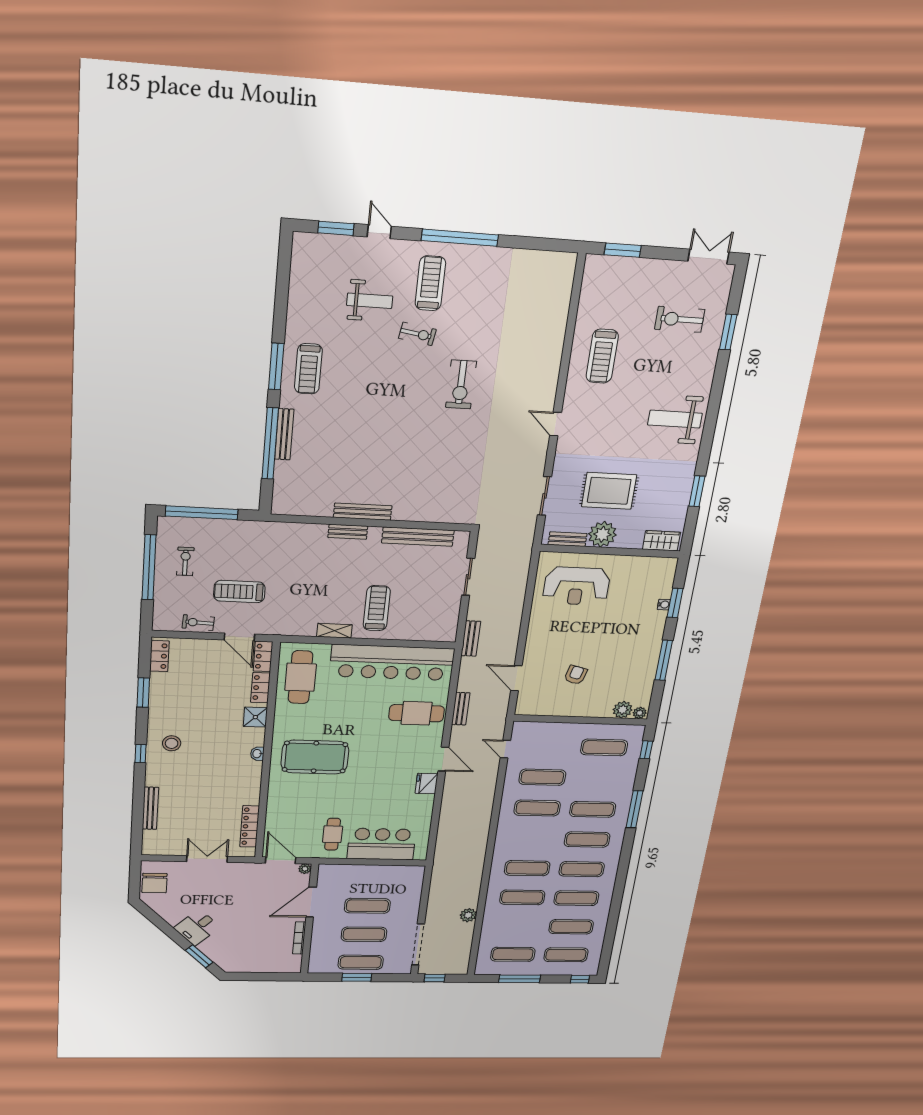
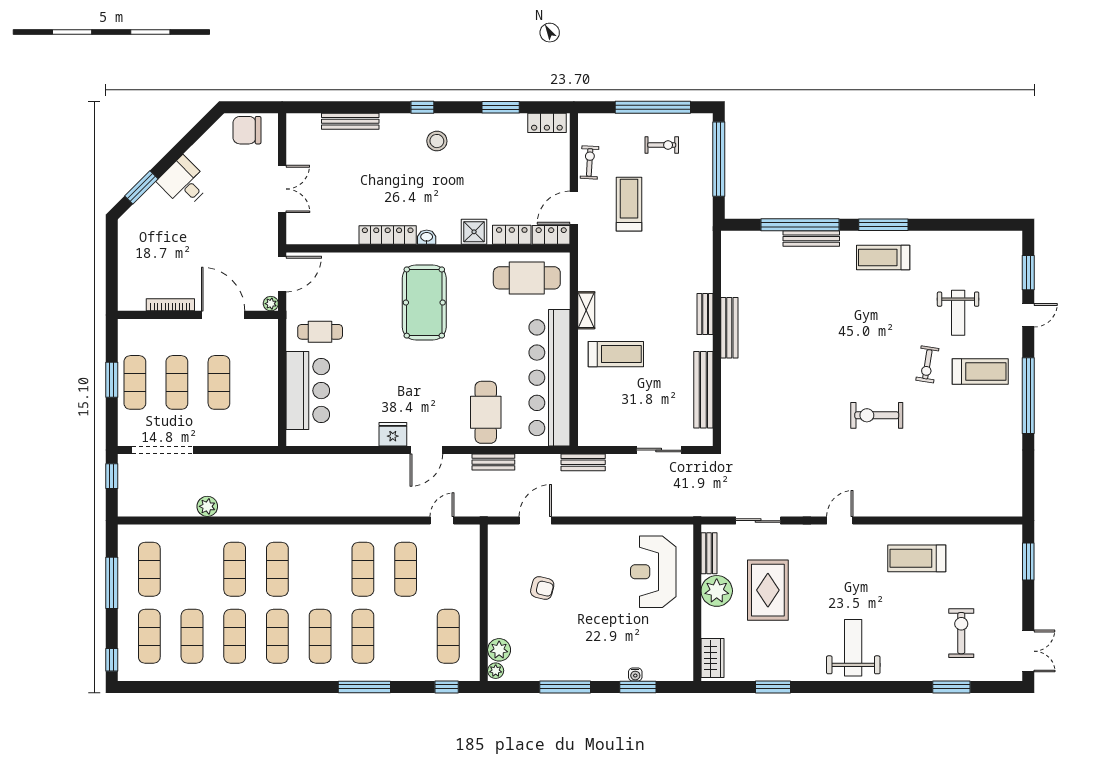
locker: (250, 826) -> (388, 235), moved

